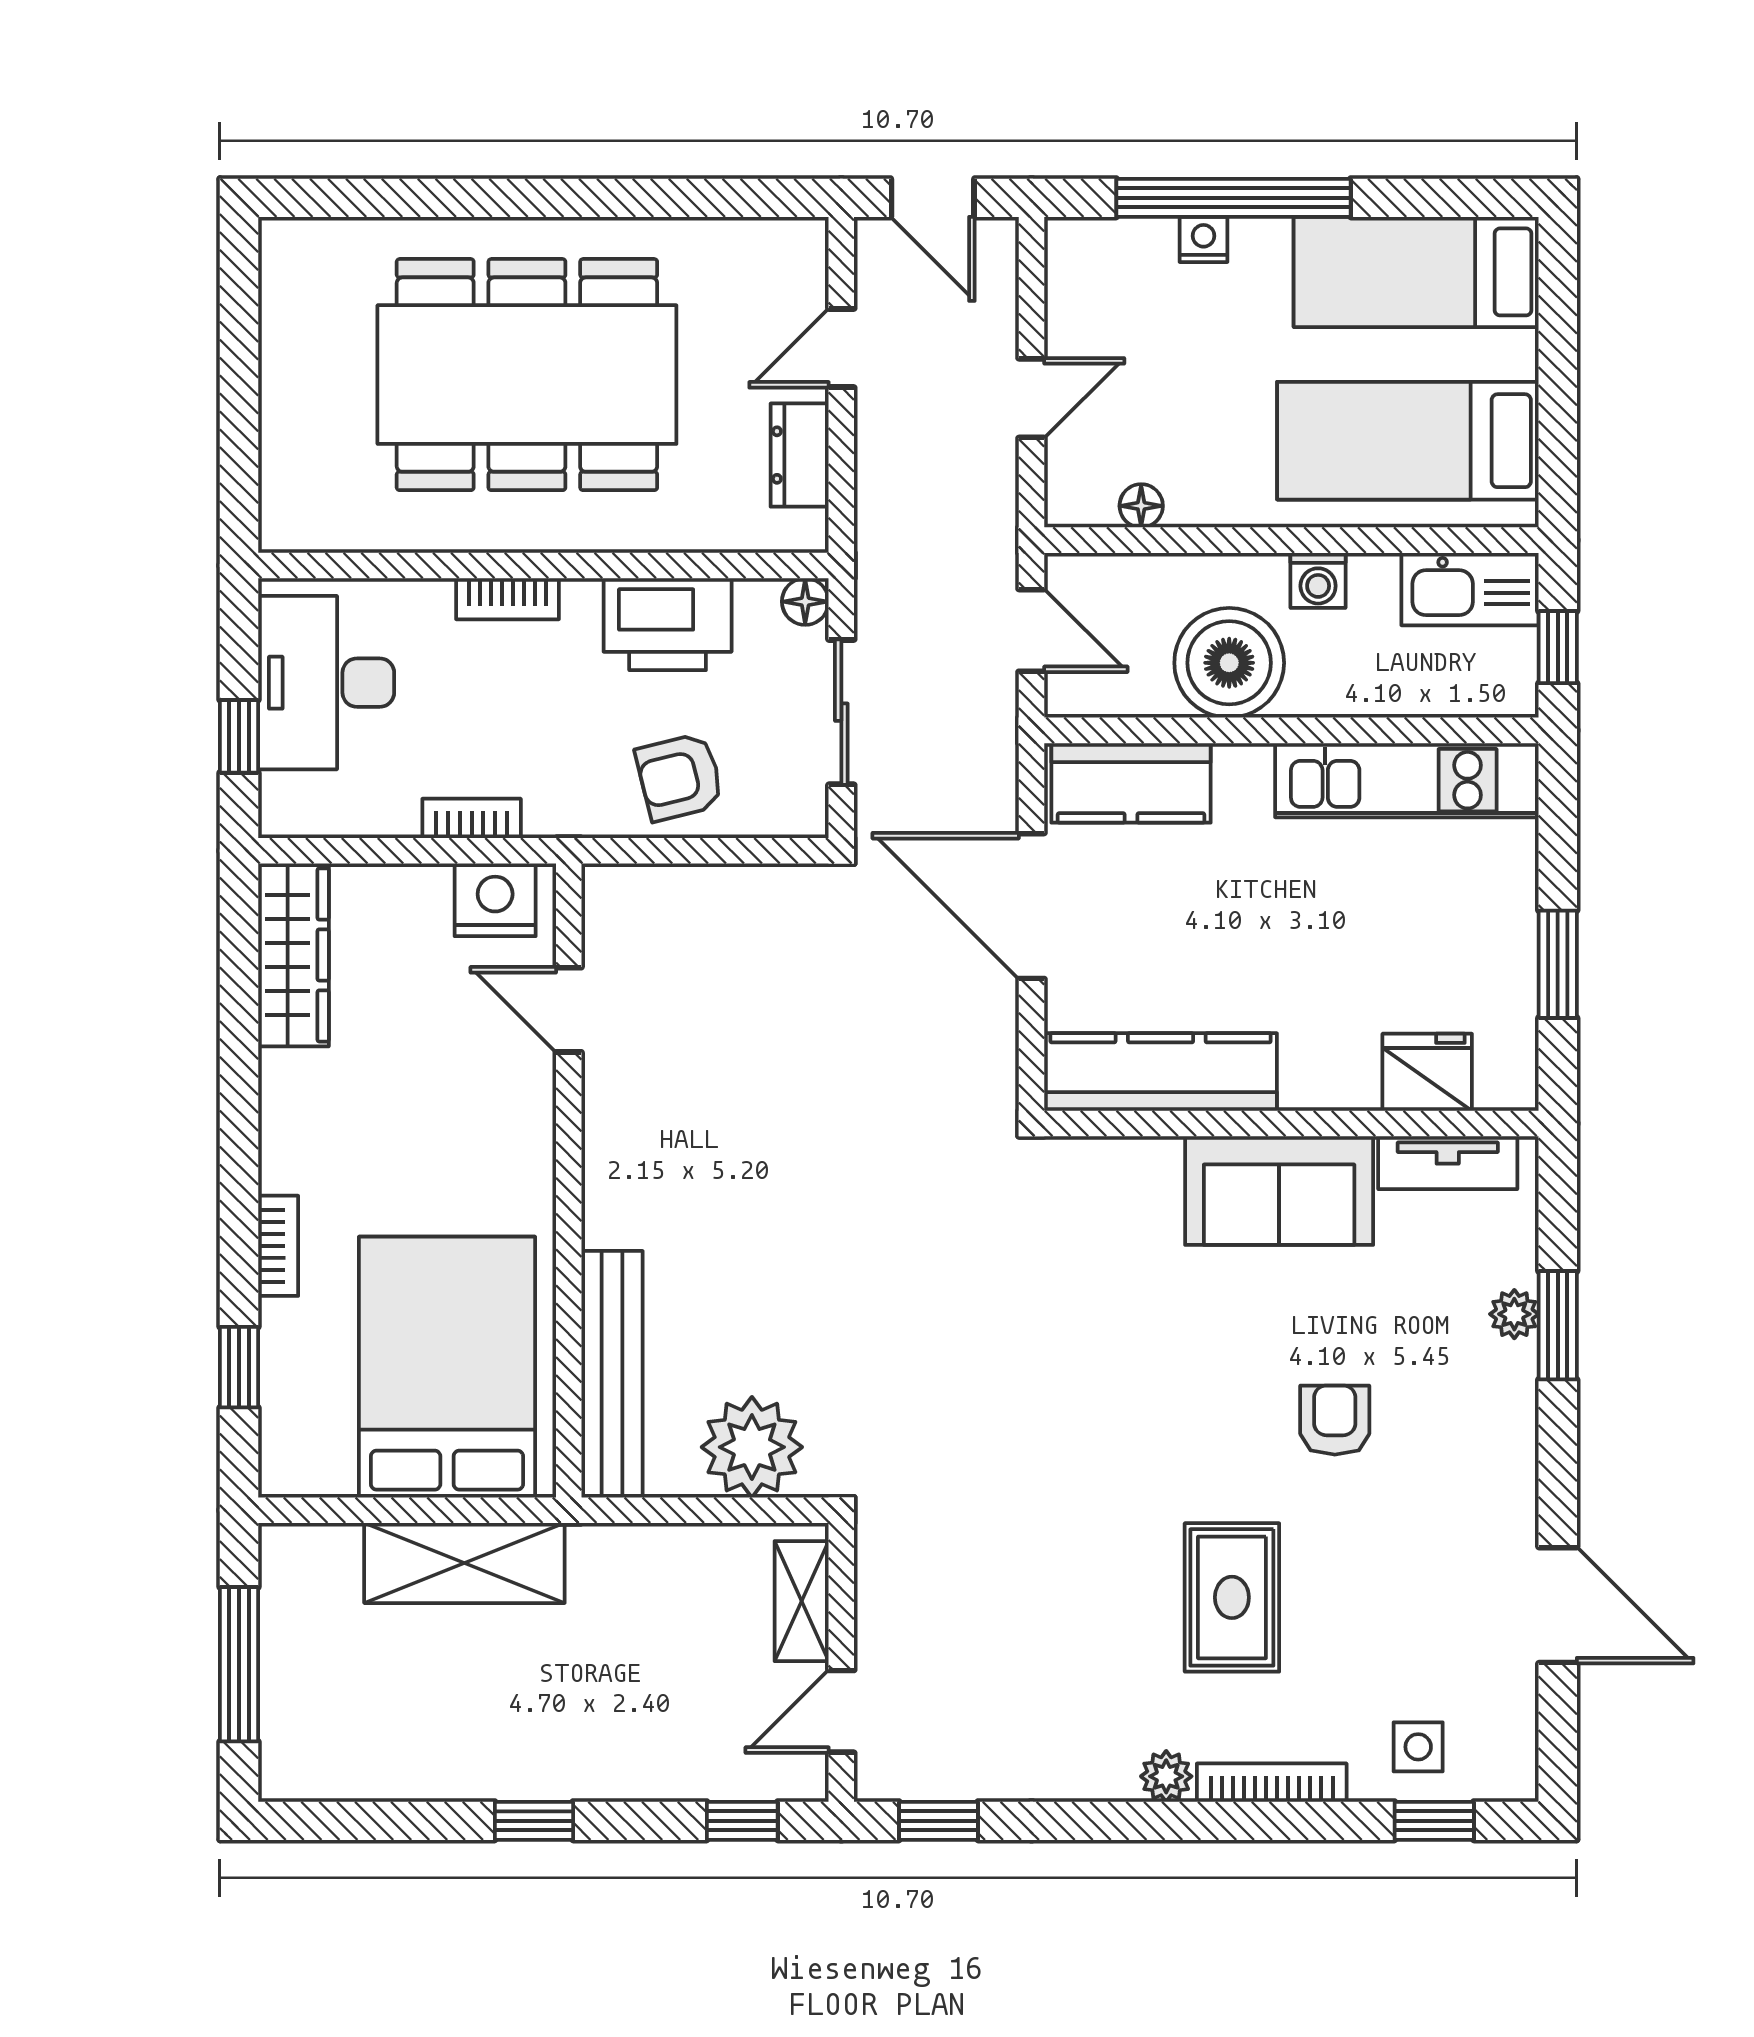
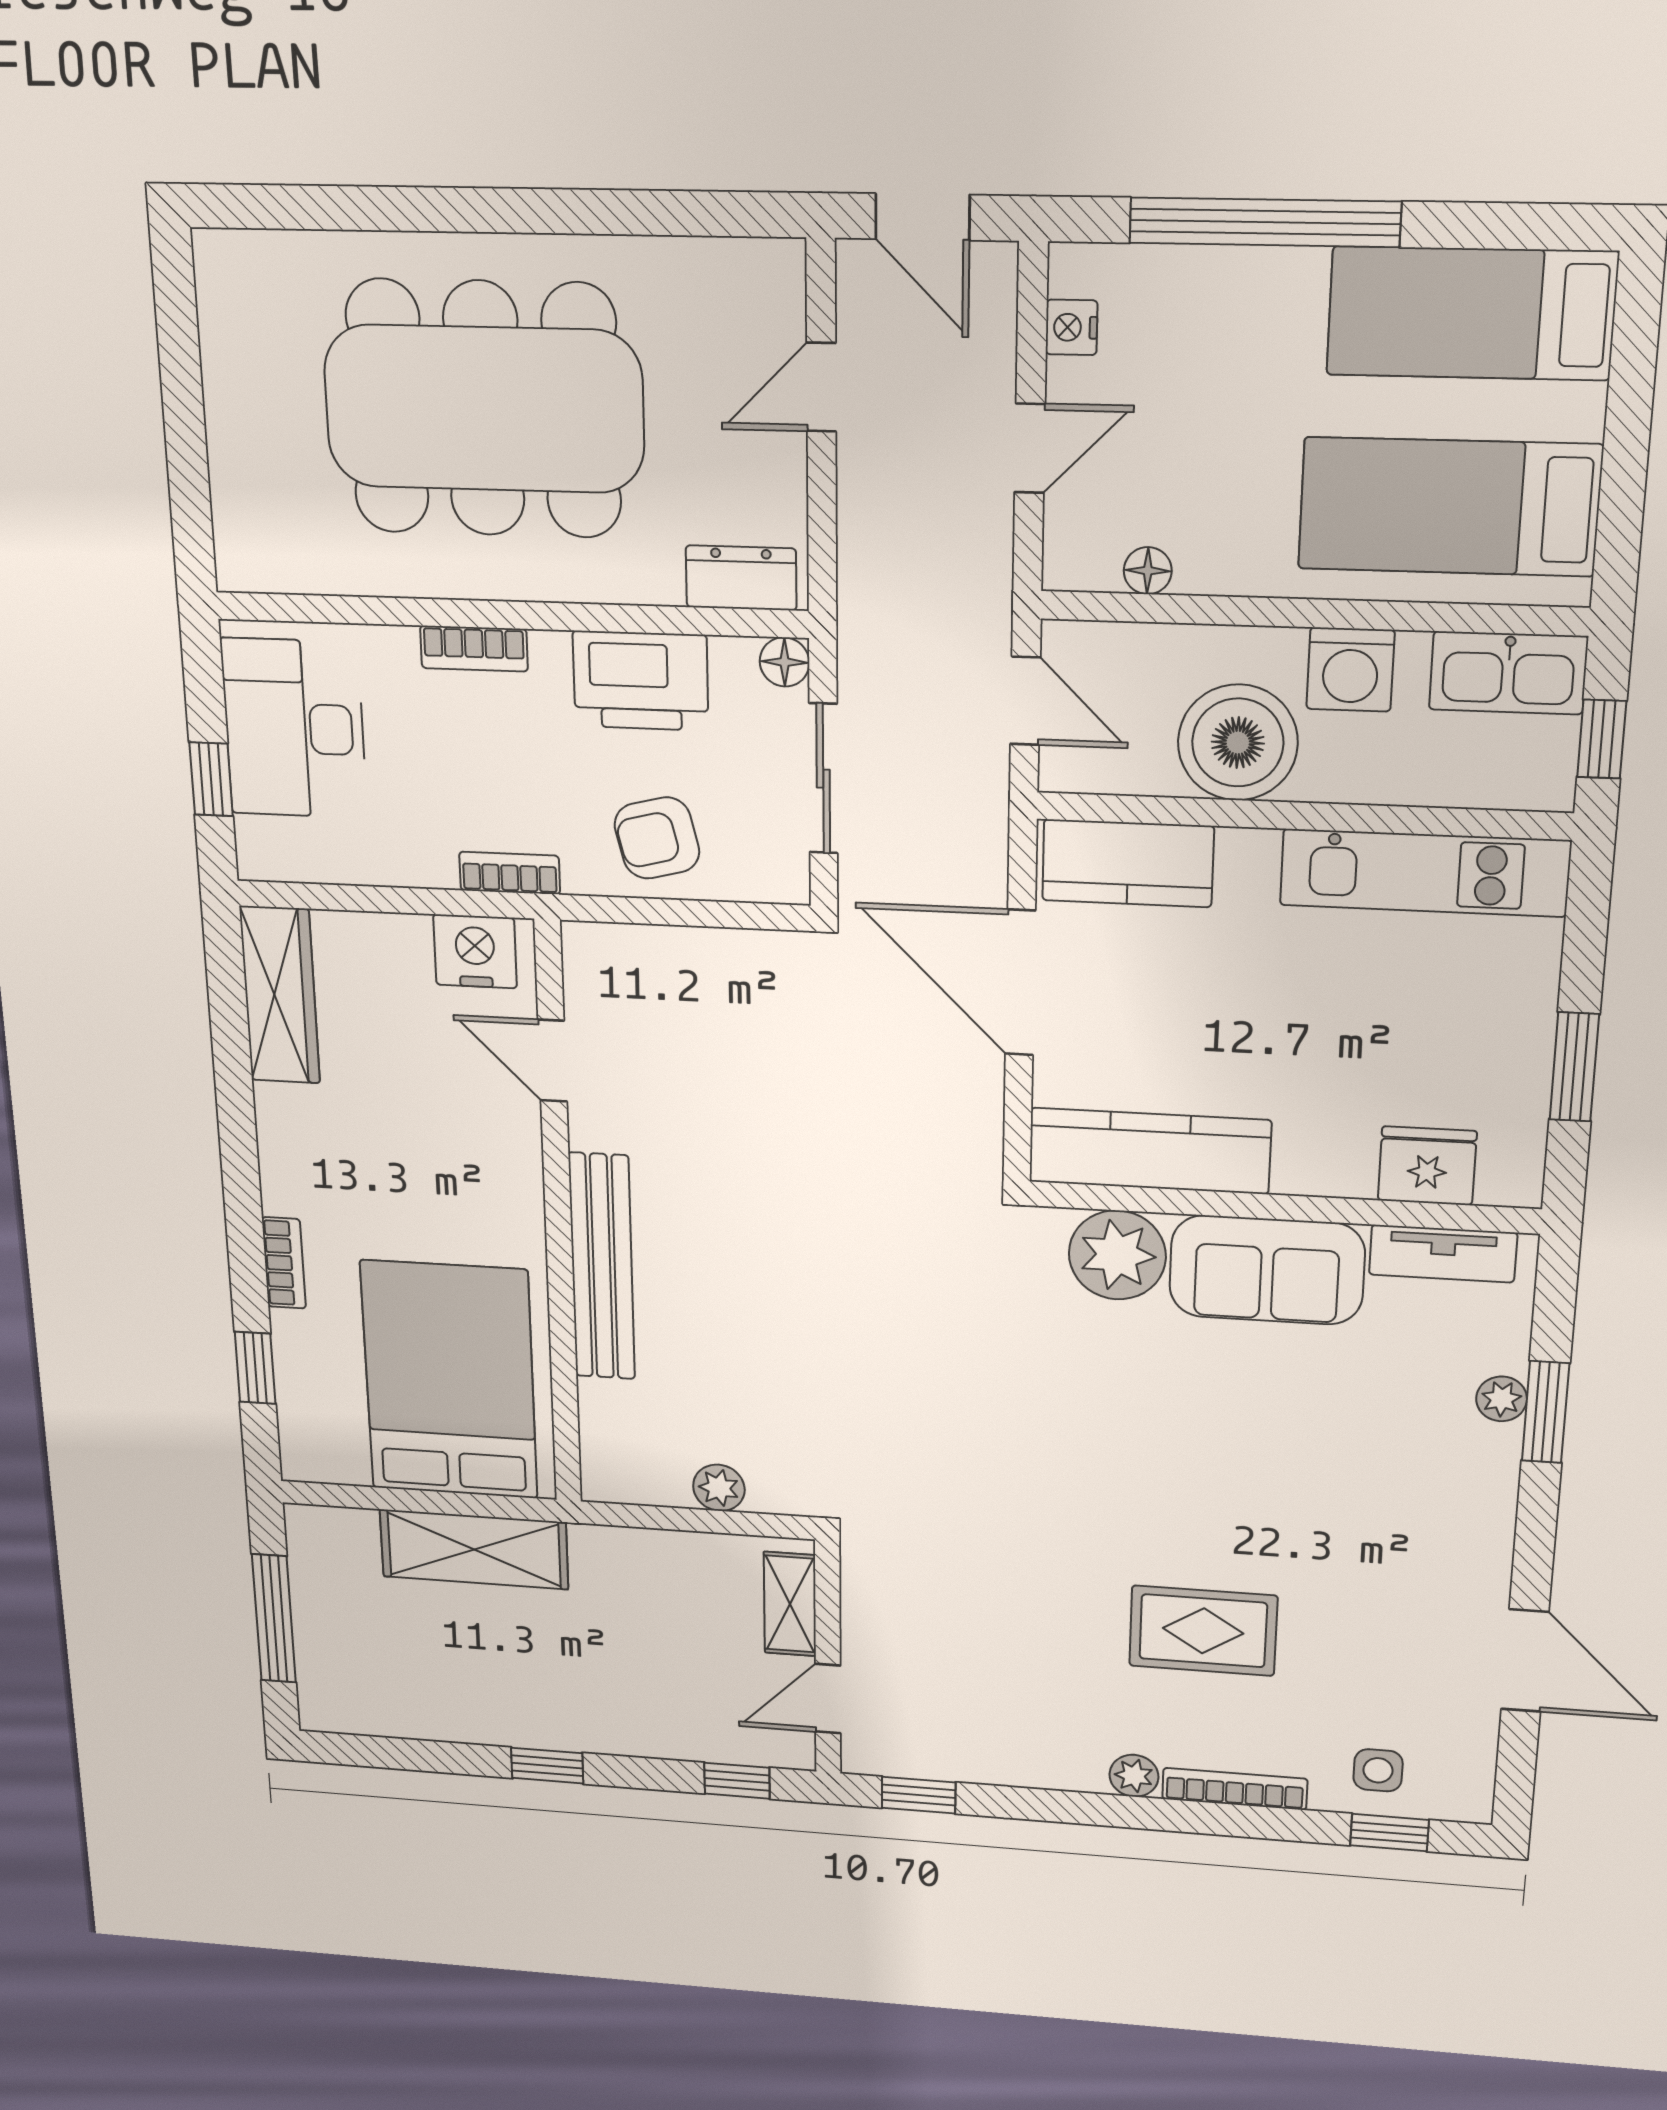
nightstand: (1204, 239) -> (1072, 327), moved, turned -90
dresser: (800, 455) -> (741, 578), moved, turned 90
washing machine: (1318, 580) -> (1350, 670), width x1.38, depth x1.38
bookcase: (472, 818) -> (510, 873), moved
plant: (1132, 1184) -> (1117, 1255), added
bench: (612, 1374) -> (602, 1267), moved
armchair: (1335, 1420) -> (1313, 1483), removed
plant: (752, 1447) -> (719, 1488), width x0.53, depth x0.53
rug: (1232, 1597) -> (1203, 1631), turned 90

